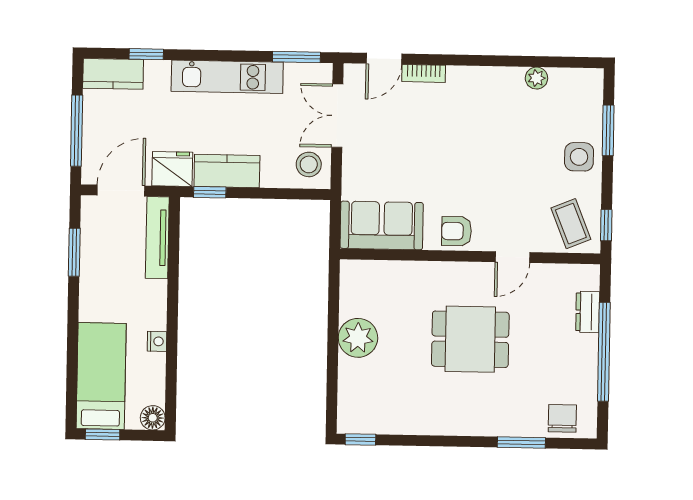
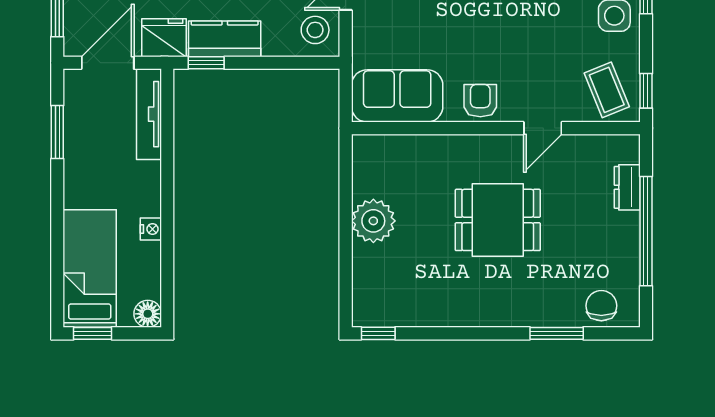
armchair: (457, 231) -> (480, 101), turned 90

